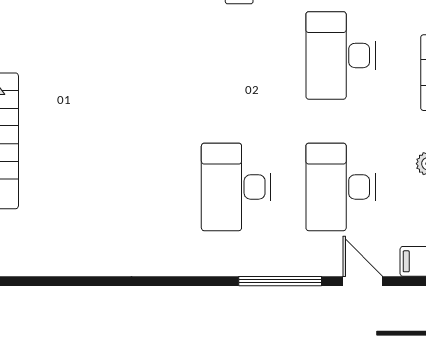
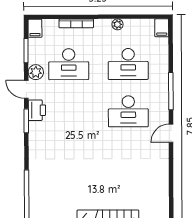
door: (363, 281) -> (171, 133), moved

